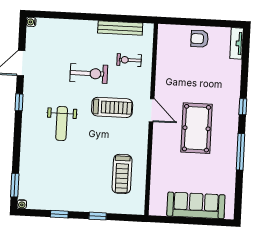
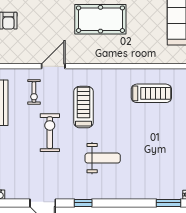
door: (152, 110) -> (53, 66), moved

